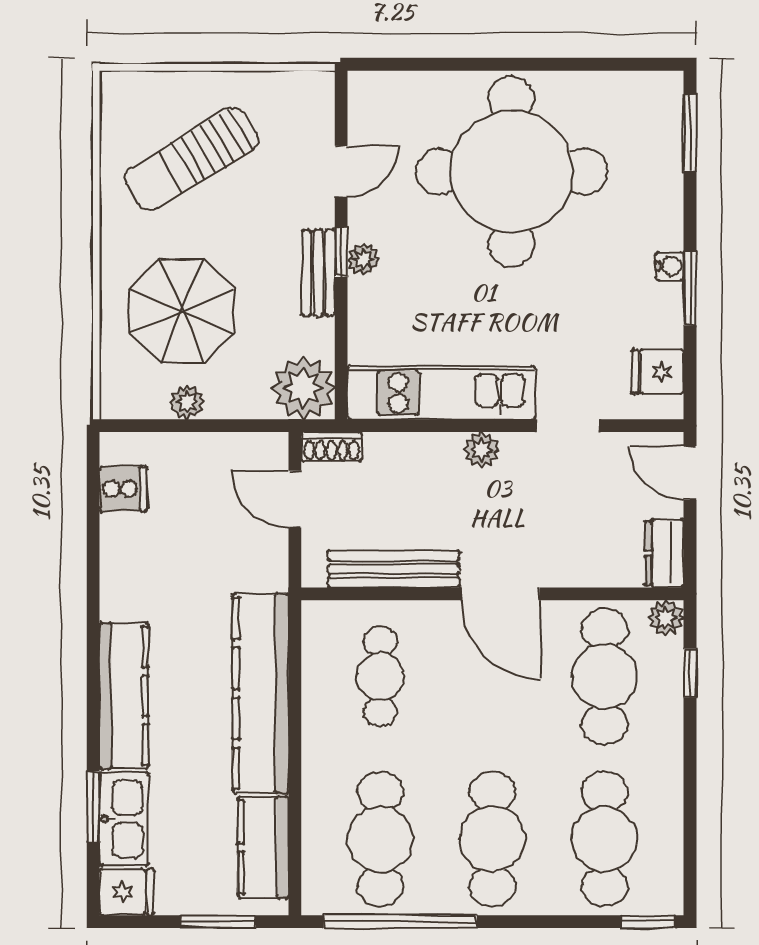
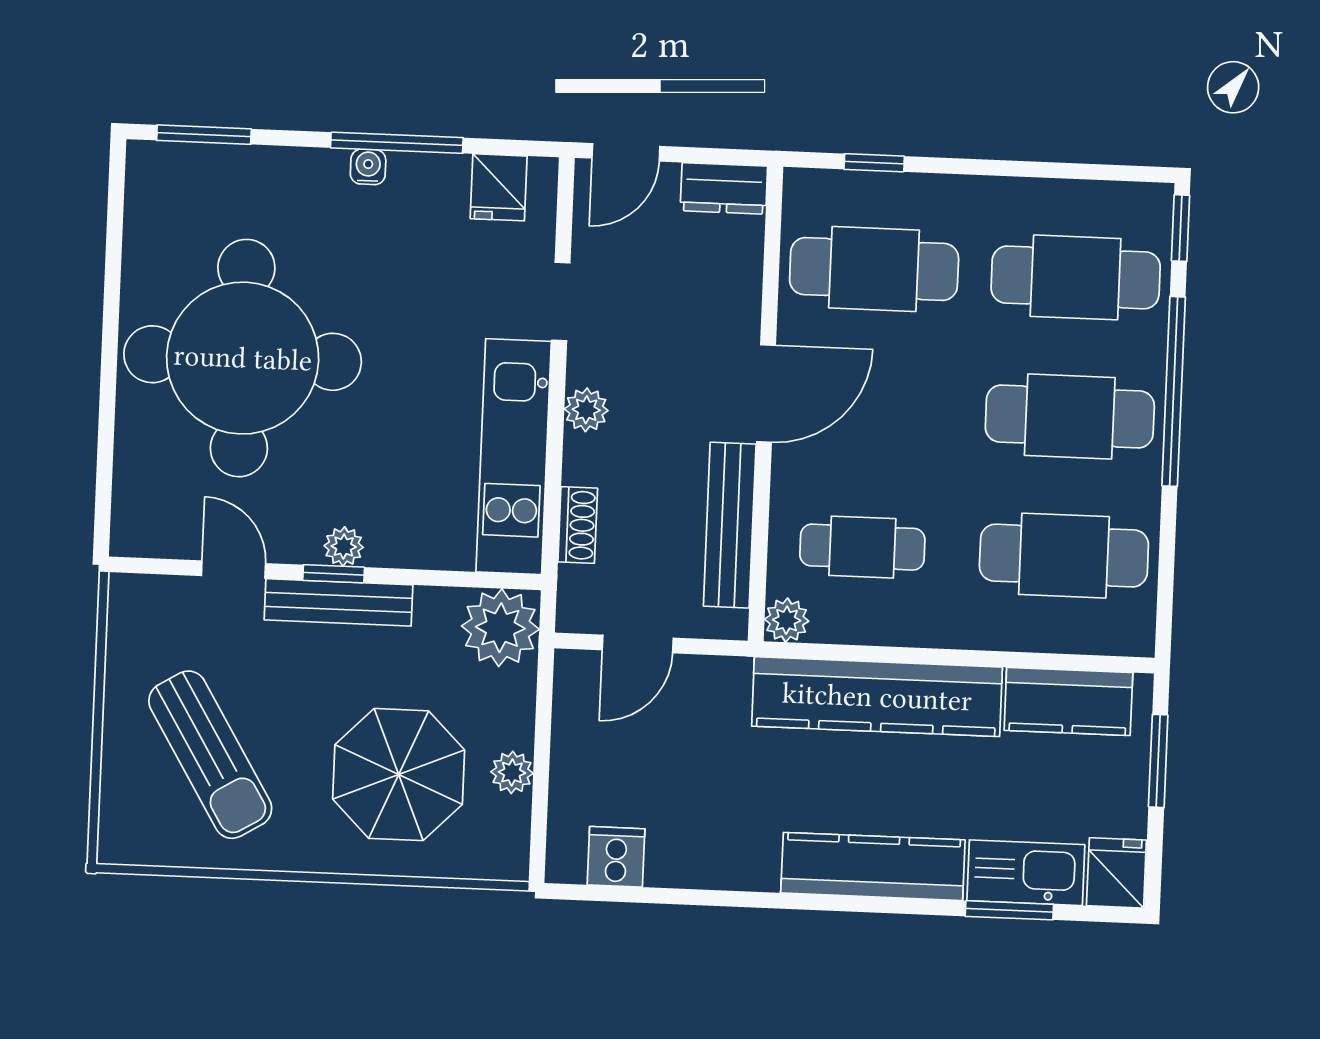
bench: (318, 273) -> (339, 602), width x1.36
window: (690, 288) -> (397, 143), width x1.44
shoe rack: (332, 447) -> (578, 525), moved
plant: (666, 618) -> (787, 620), moved
window: (400, 922) -> (1174, 391), moved

